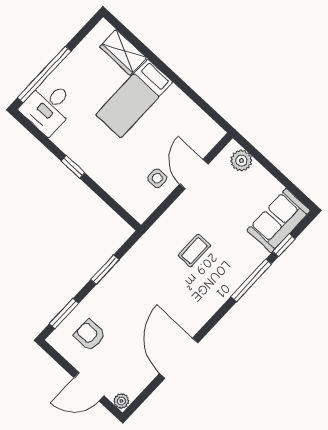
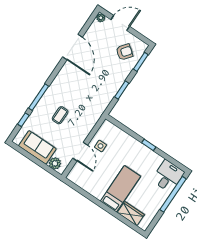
sofa: (279, 221) -> (37, 147), moved, turned -90
coffee table: (194, 251) -> (60, 115), moved
armchair: (90, 335) -> (124, 52), turned -52

